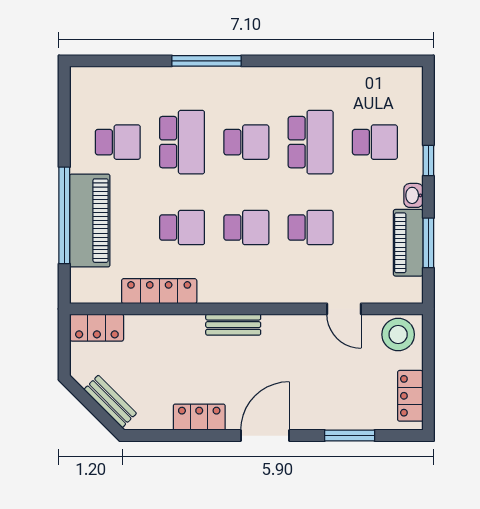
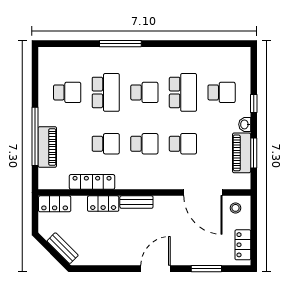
piano: (90, 221) -> (47, 147), width x0.73, depth x0.75
door: (344, 309) -> (203, 193), width x1.88
stool: (398, 335) -> (236, 208), width x0.53, depth x0.53
locker: (199, 417) -> (103, 204), moved, turned 180

